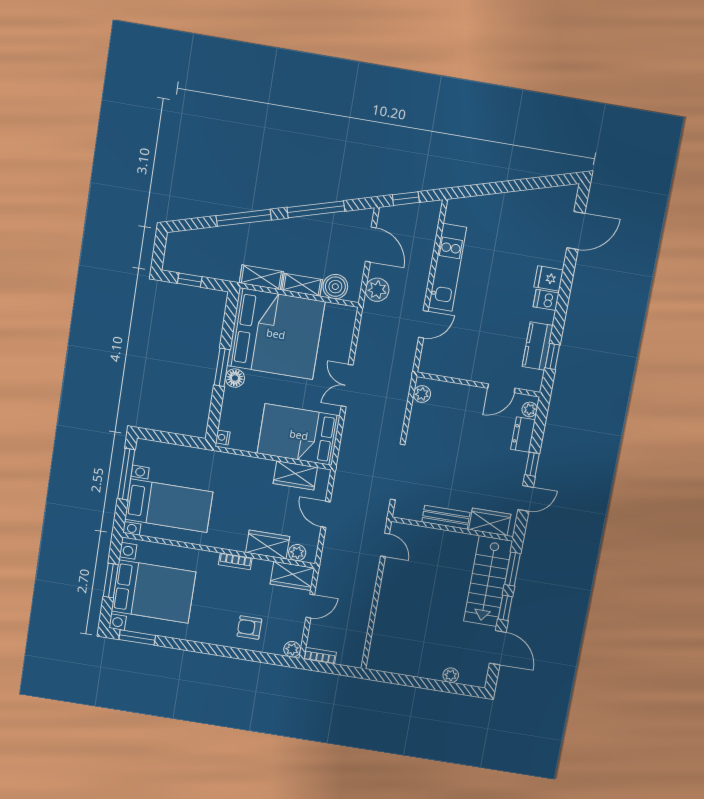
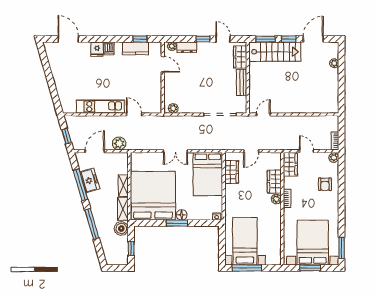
freezer: (321, 227) -> (90, 180), added
boiler: (335, 287) -> (121, 228), moved
bed with nightstands: (169, 506) -> (245, 241), moved
plant: (297, 553) -> (276, 199), moved

